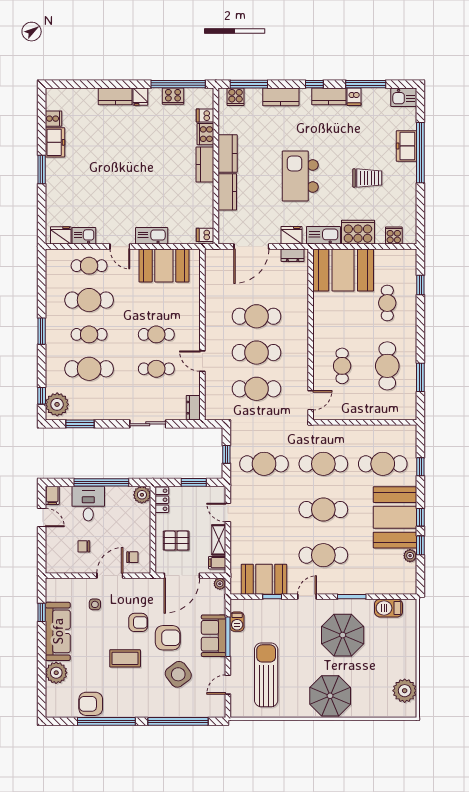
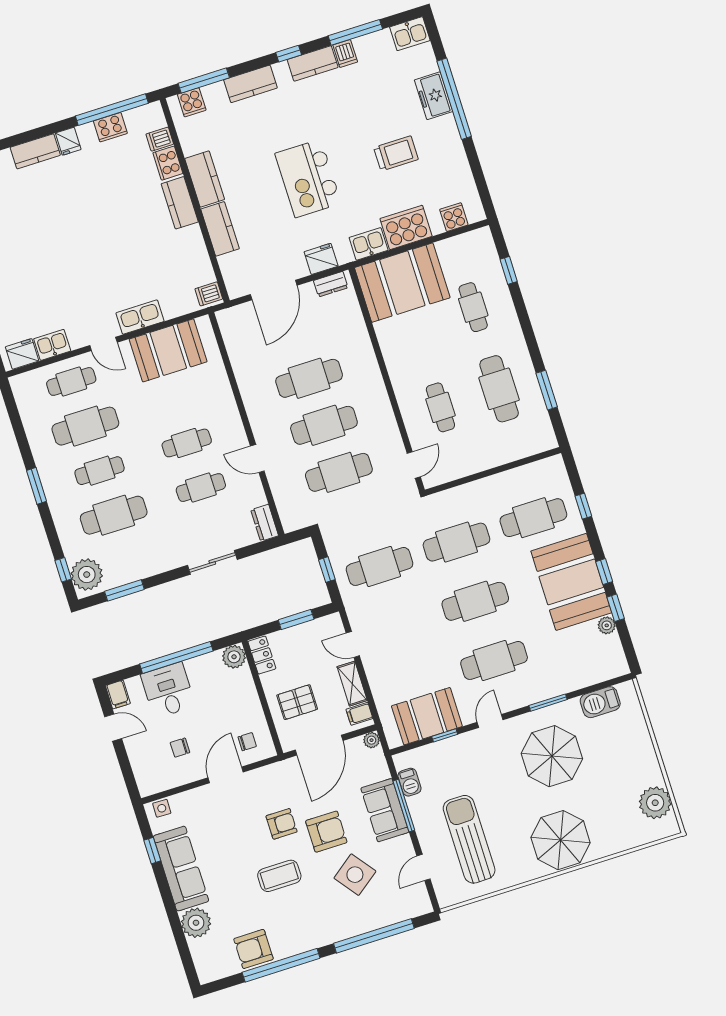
kitchen sink: (323, 235) -> (369, 244), width x0.73
side table: (95, 604) -> (162, 808), moved

